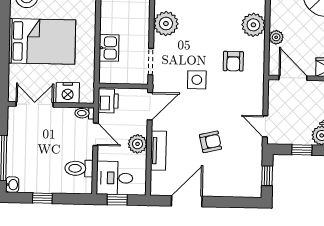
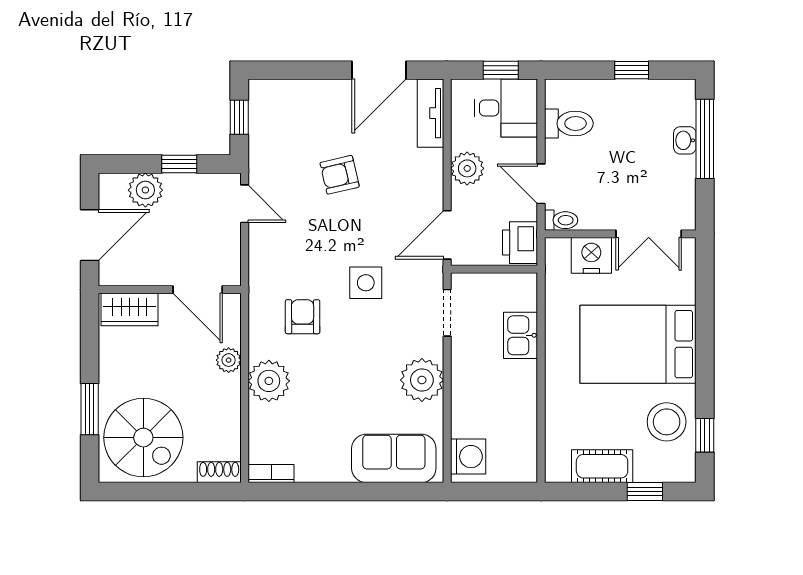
tv unit: (158, 151) -> (430, 113), moved
washbasin: (12, 185) -> (685, 140), moved

